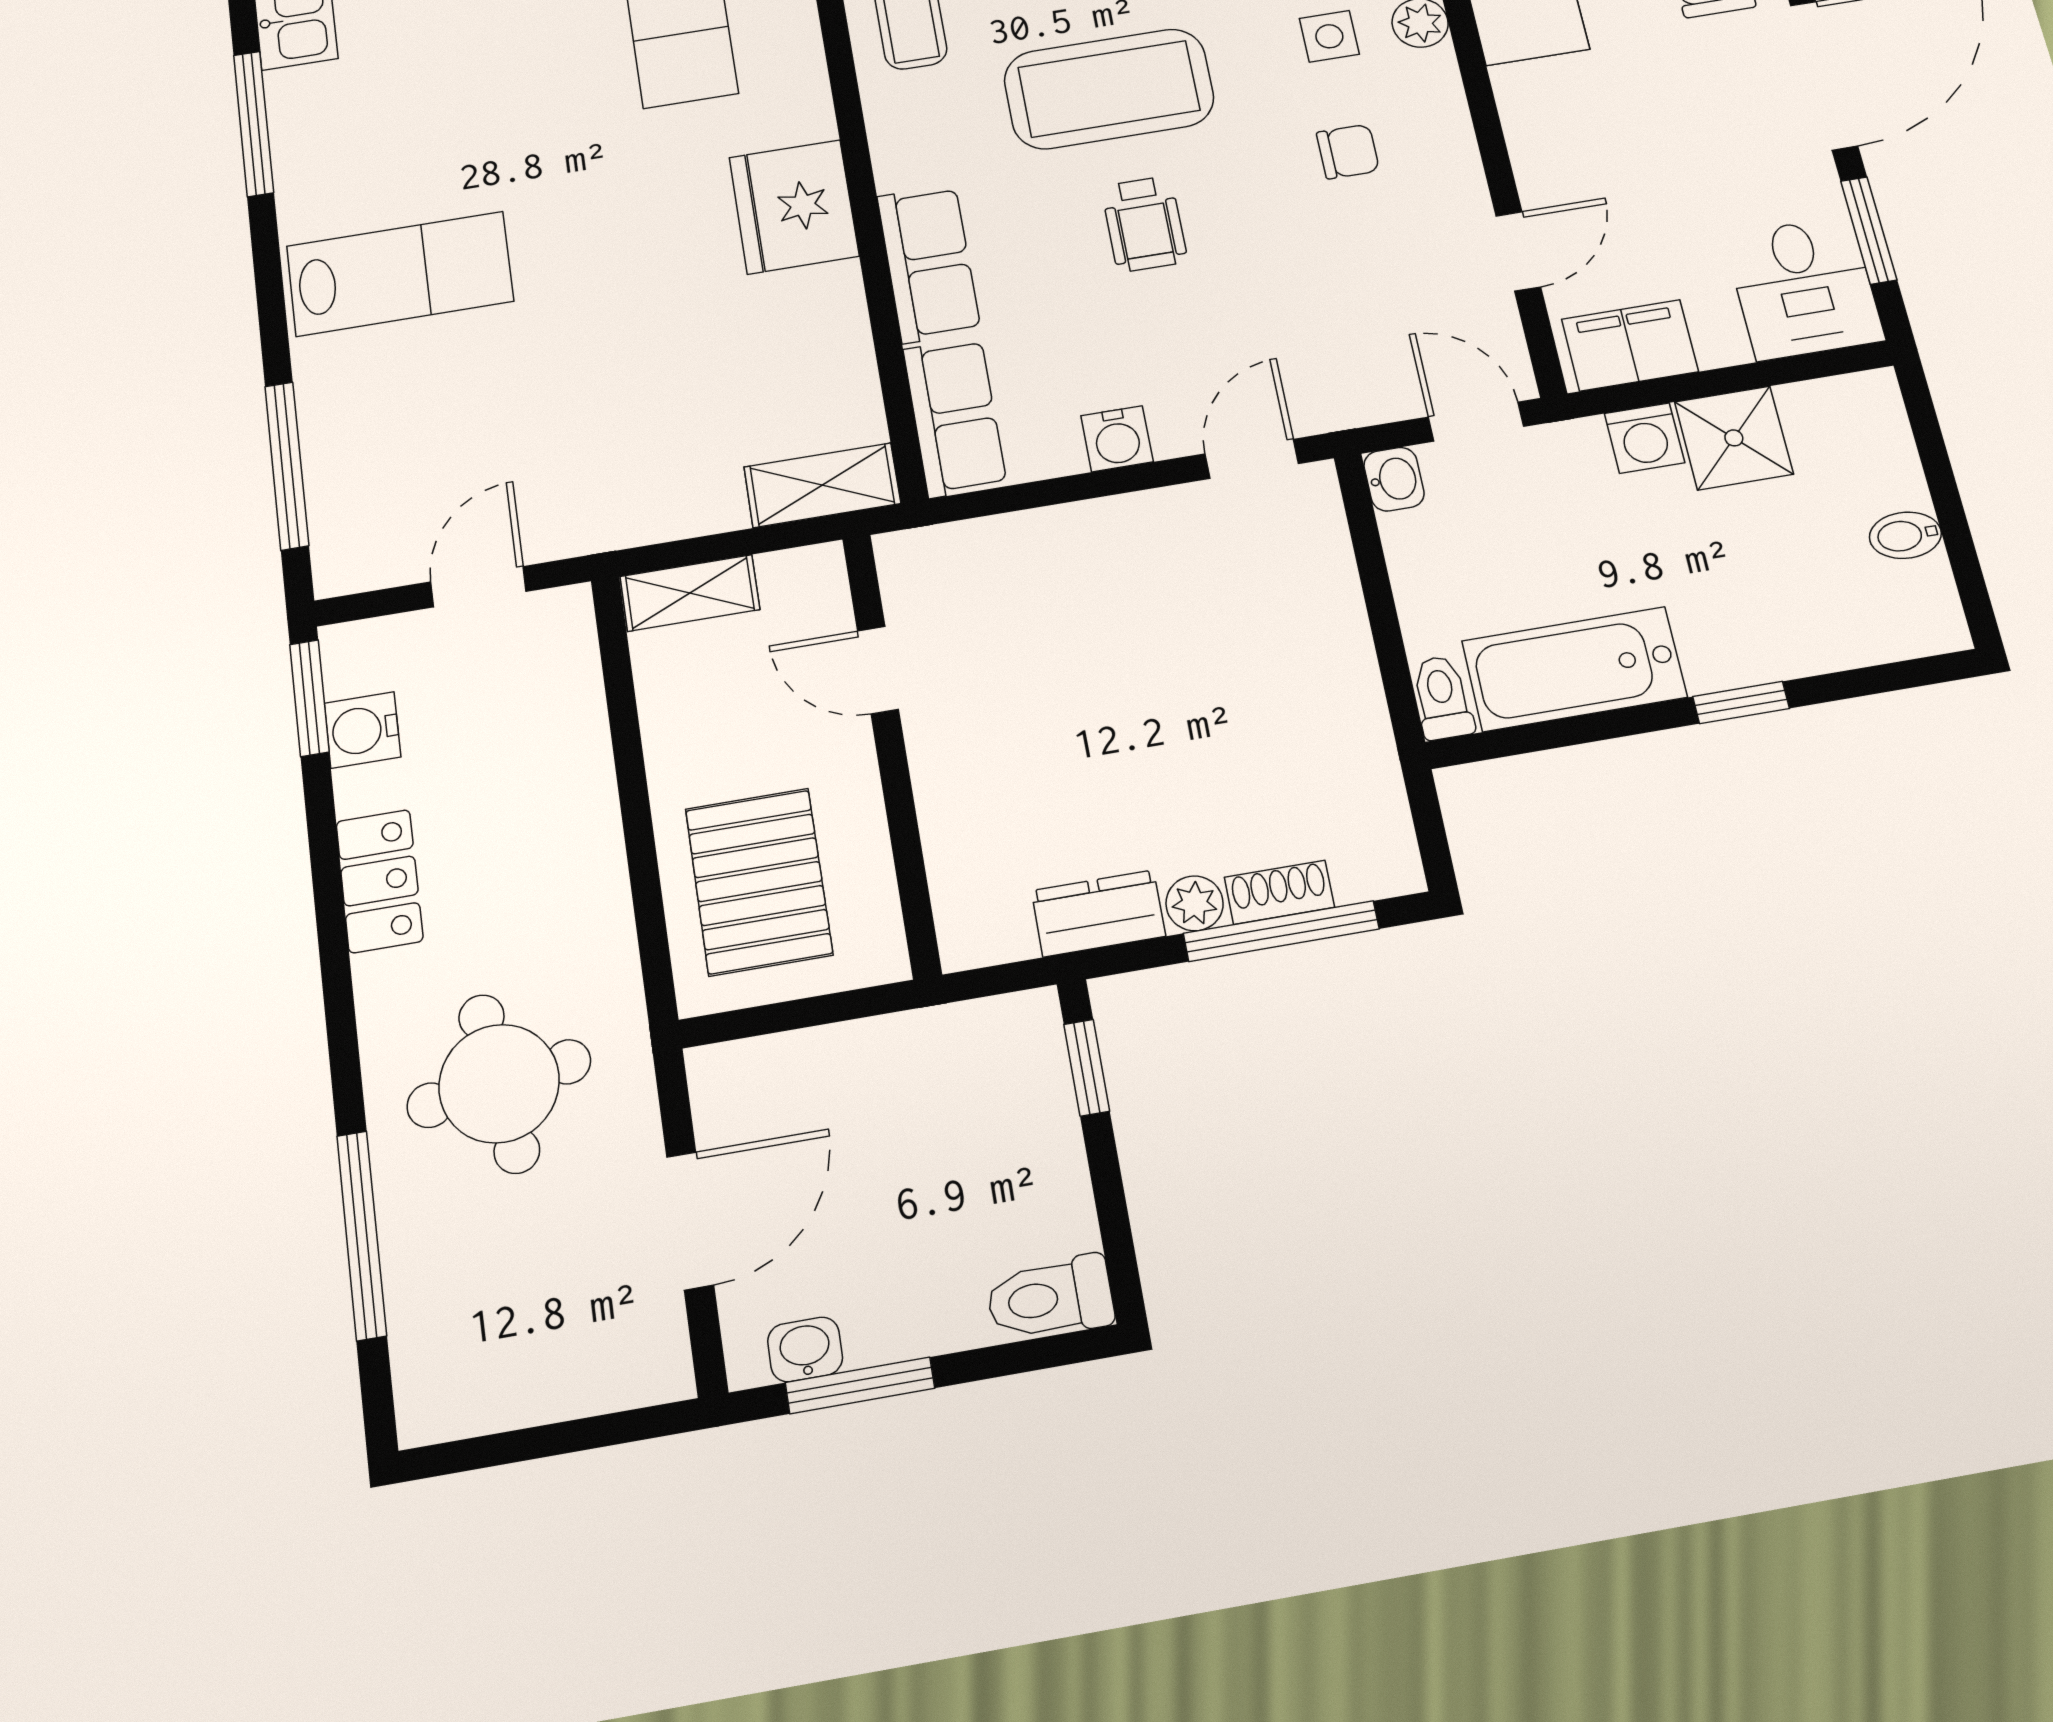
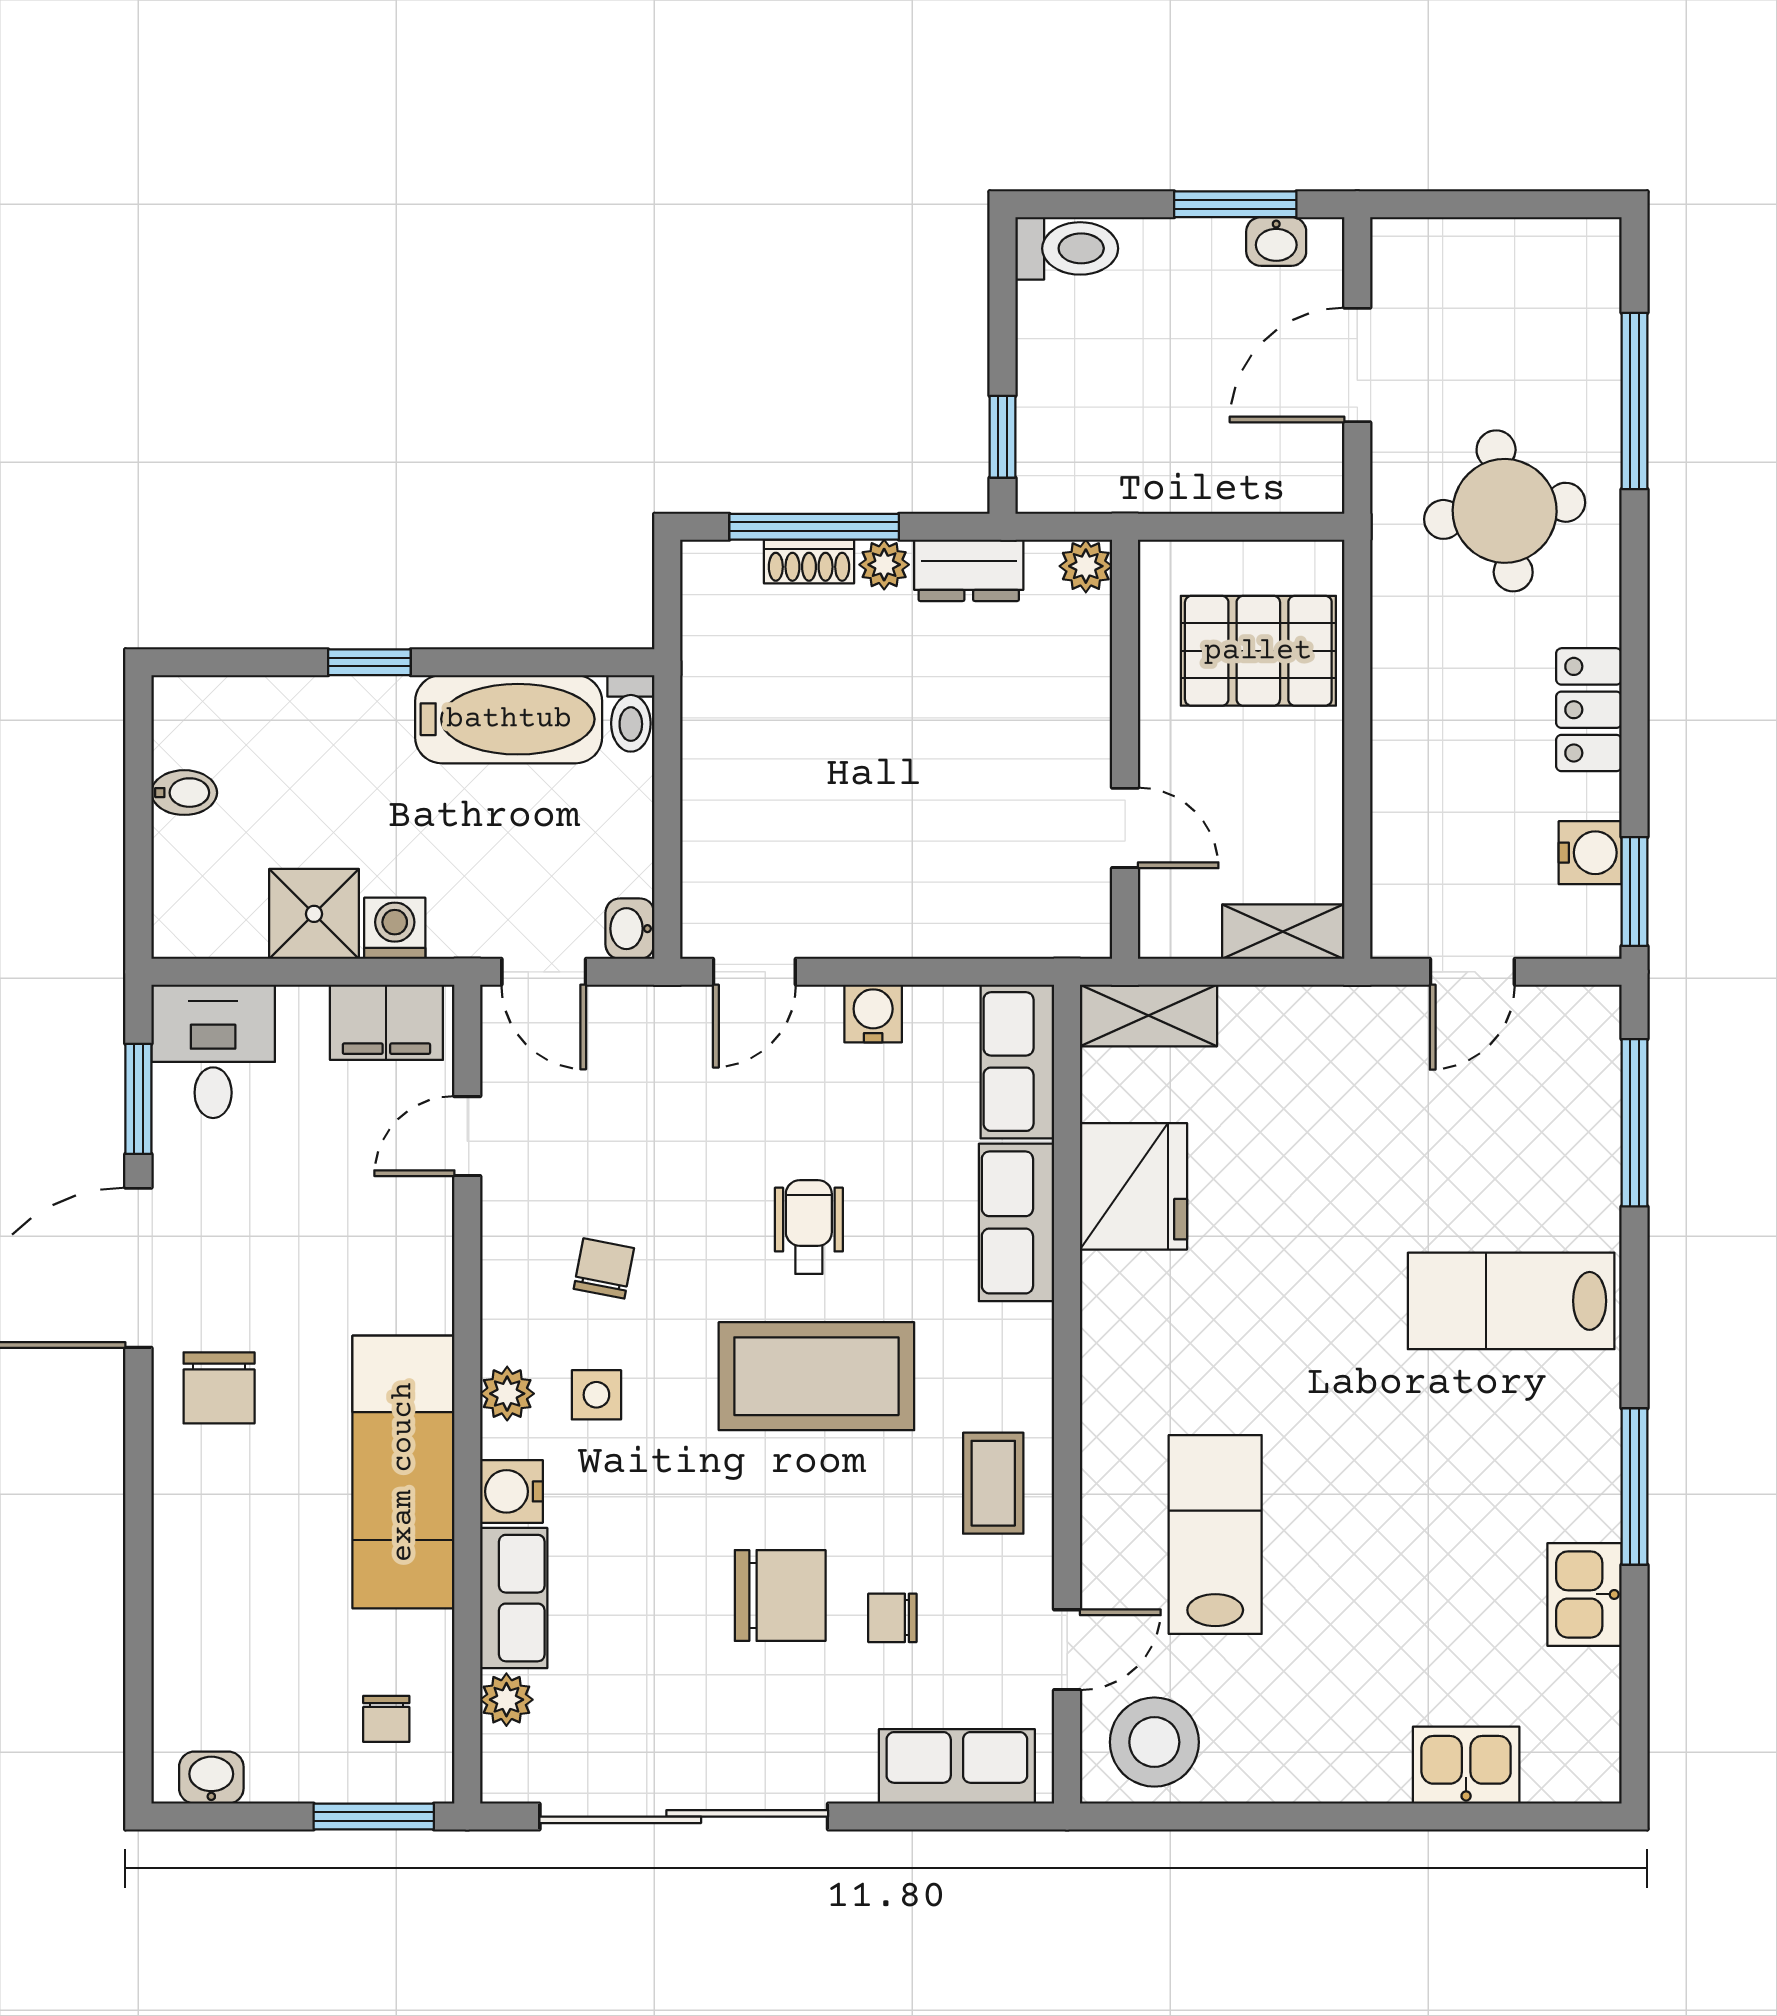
chair: (1348, 152) -> (604, 1268), turned 101
fridge: (794, 207) -> (1134, 1186), moved
pallet: (759, 882) -> (1258, 651), turned 90
plant: (967, 941) -> (1086, 566), added

